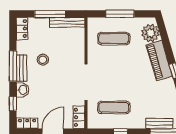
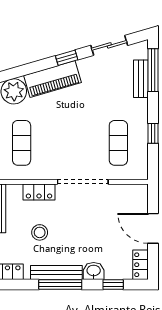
stool: (43, 60) -> (40, 232), moved
bench: (22, 68) -> (56, 272), width x1.36
locker: (79, 117) -> (39, 192), moved

